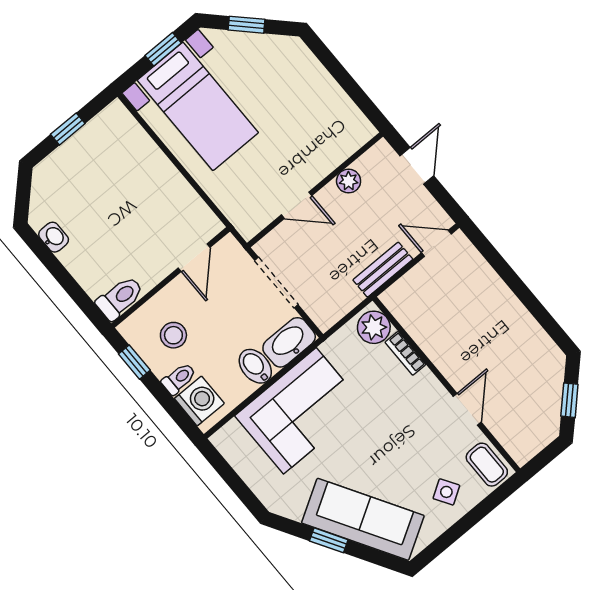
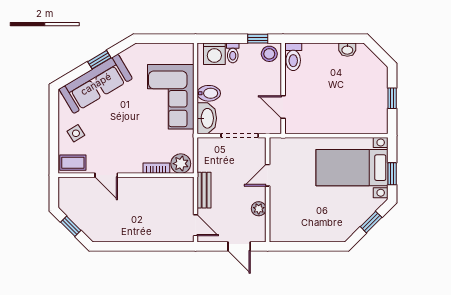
door: (436, 243) -> (195, 225), hinge flipped
stool: (173, 335) -> (269, 54), moved

